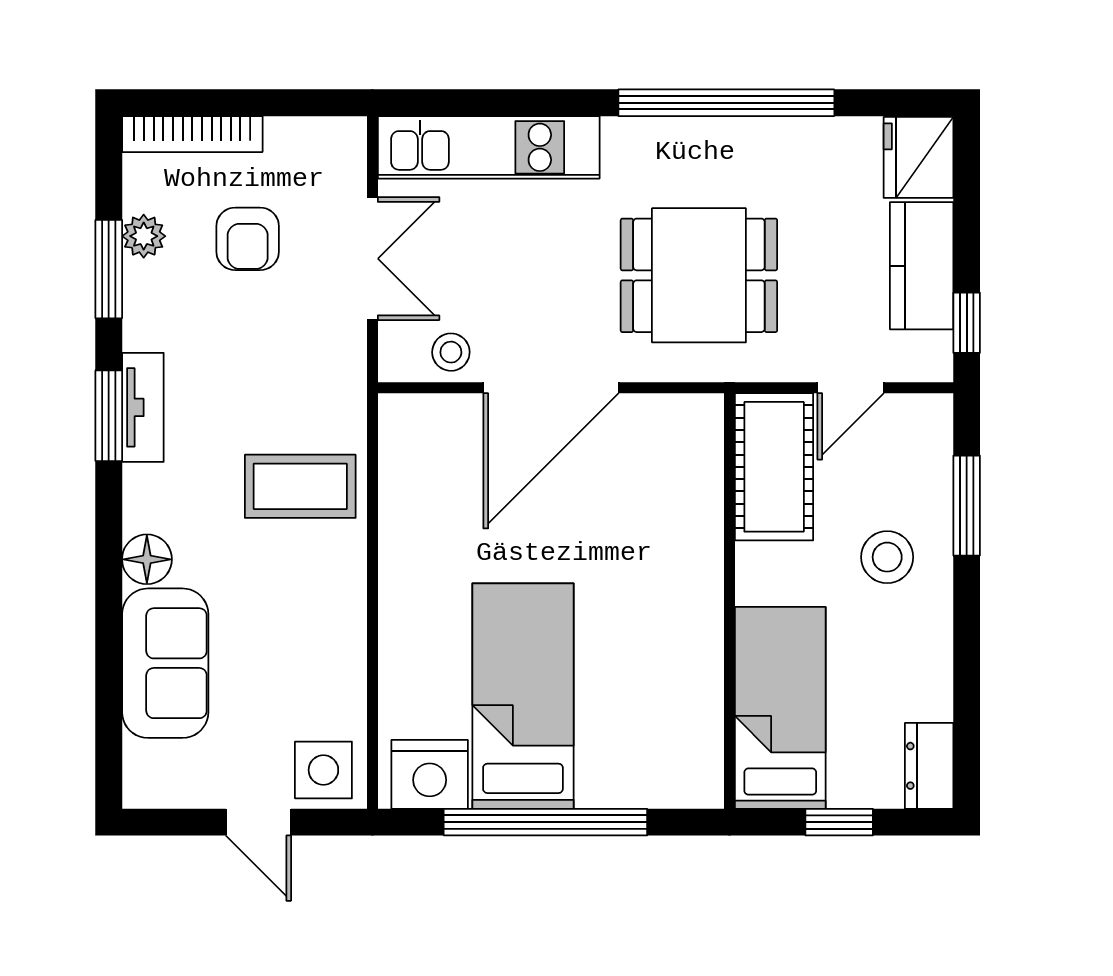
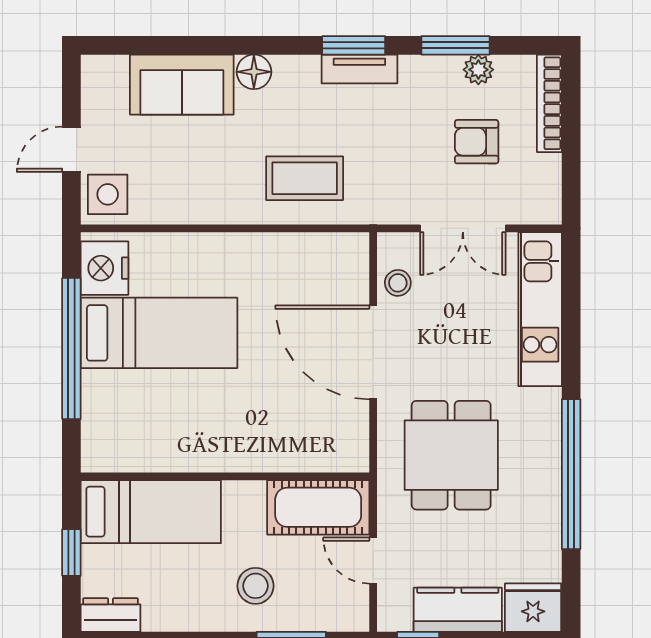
coffee table: (300, 486) -> (305, 178), turned 90

